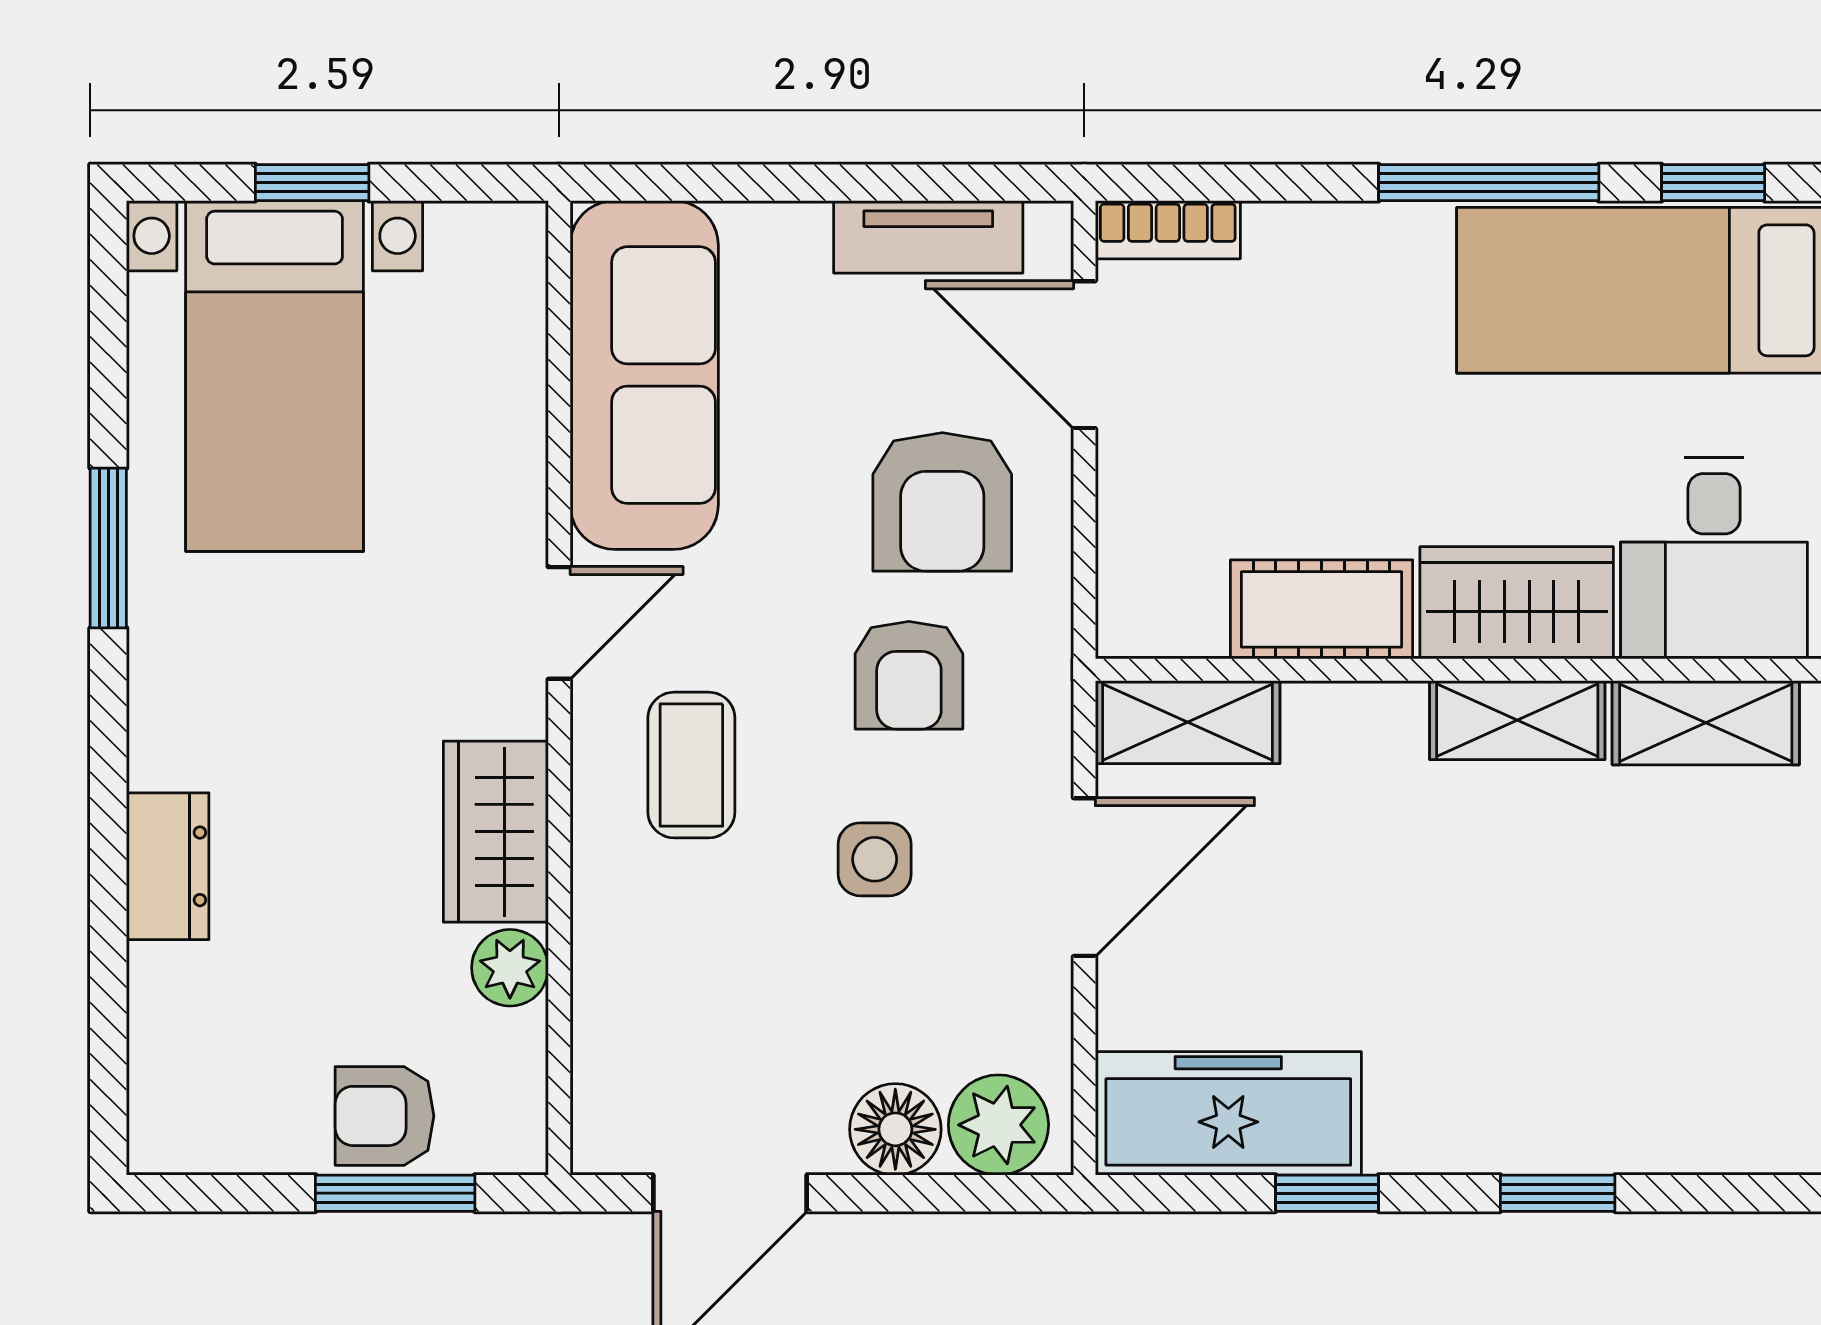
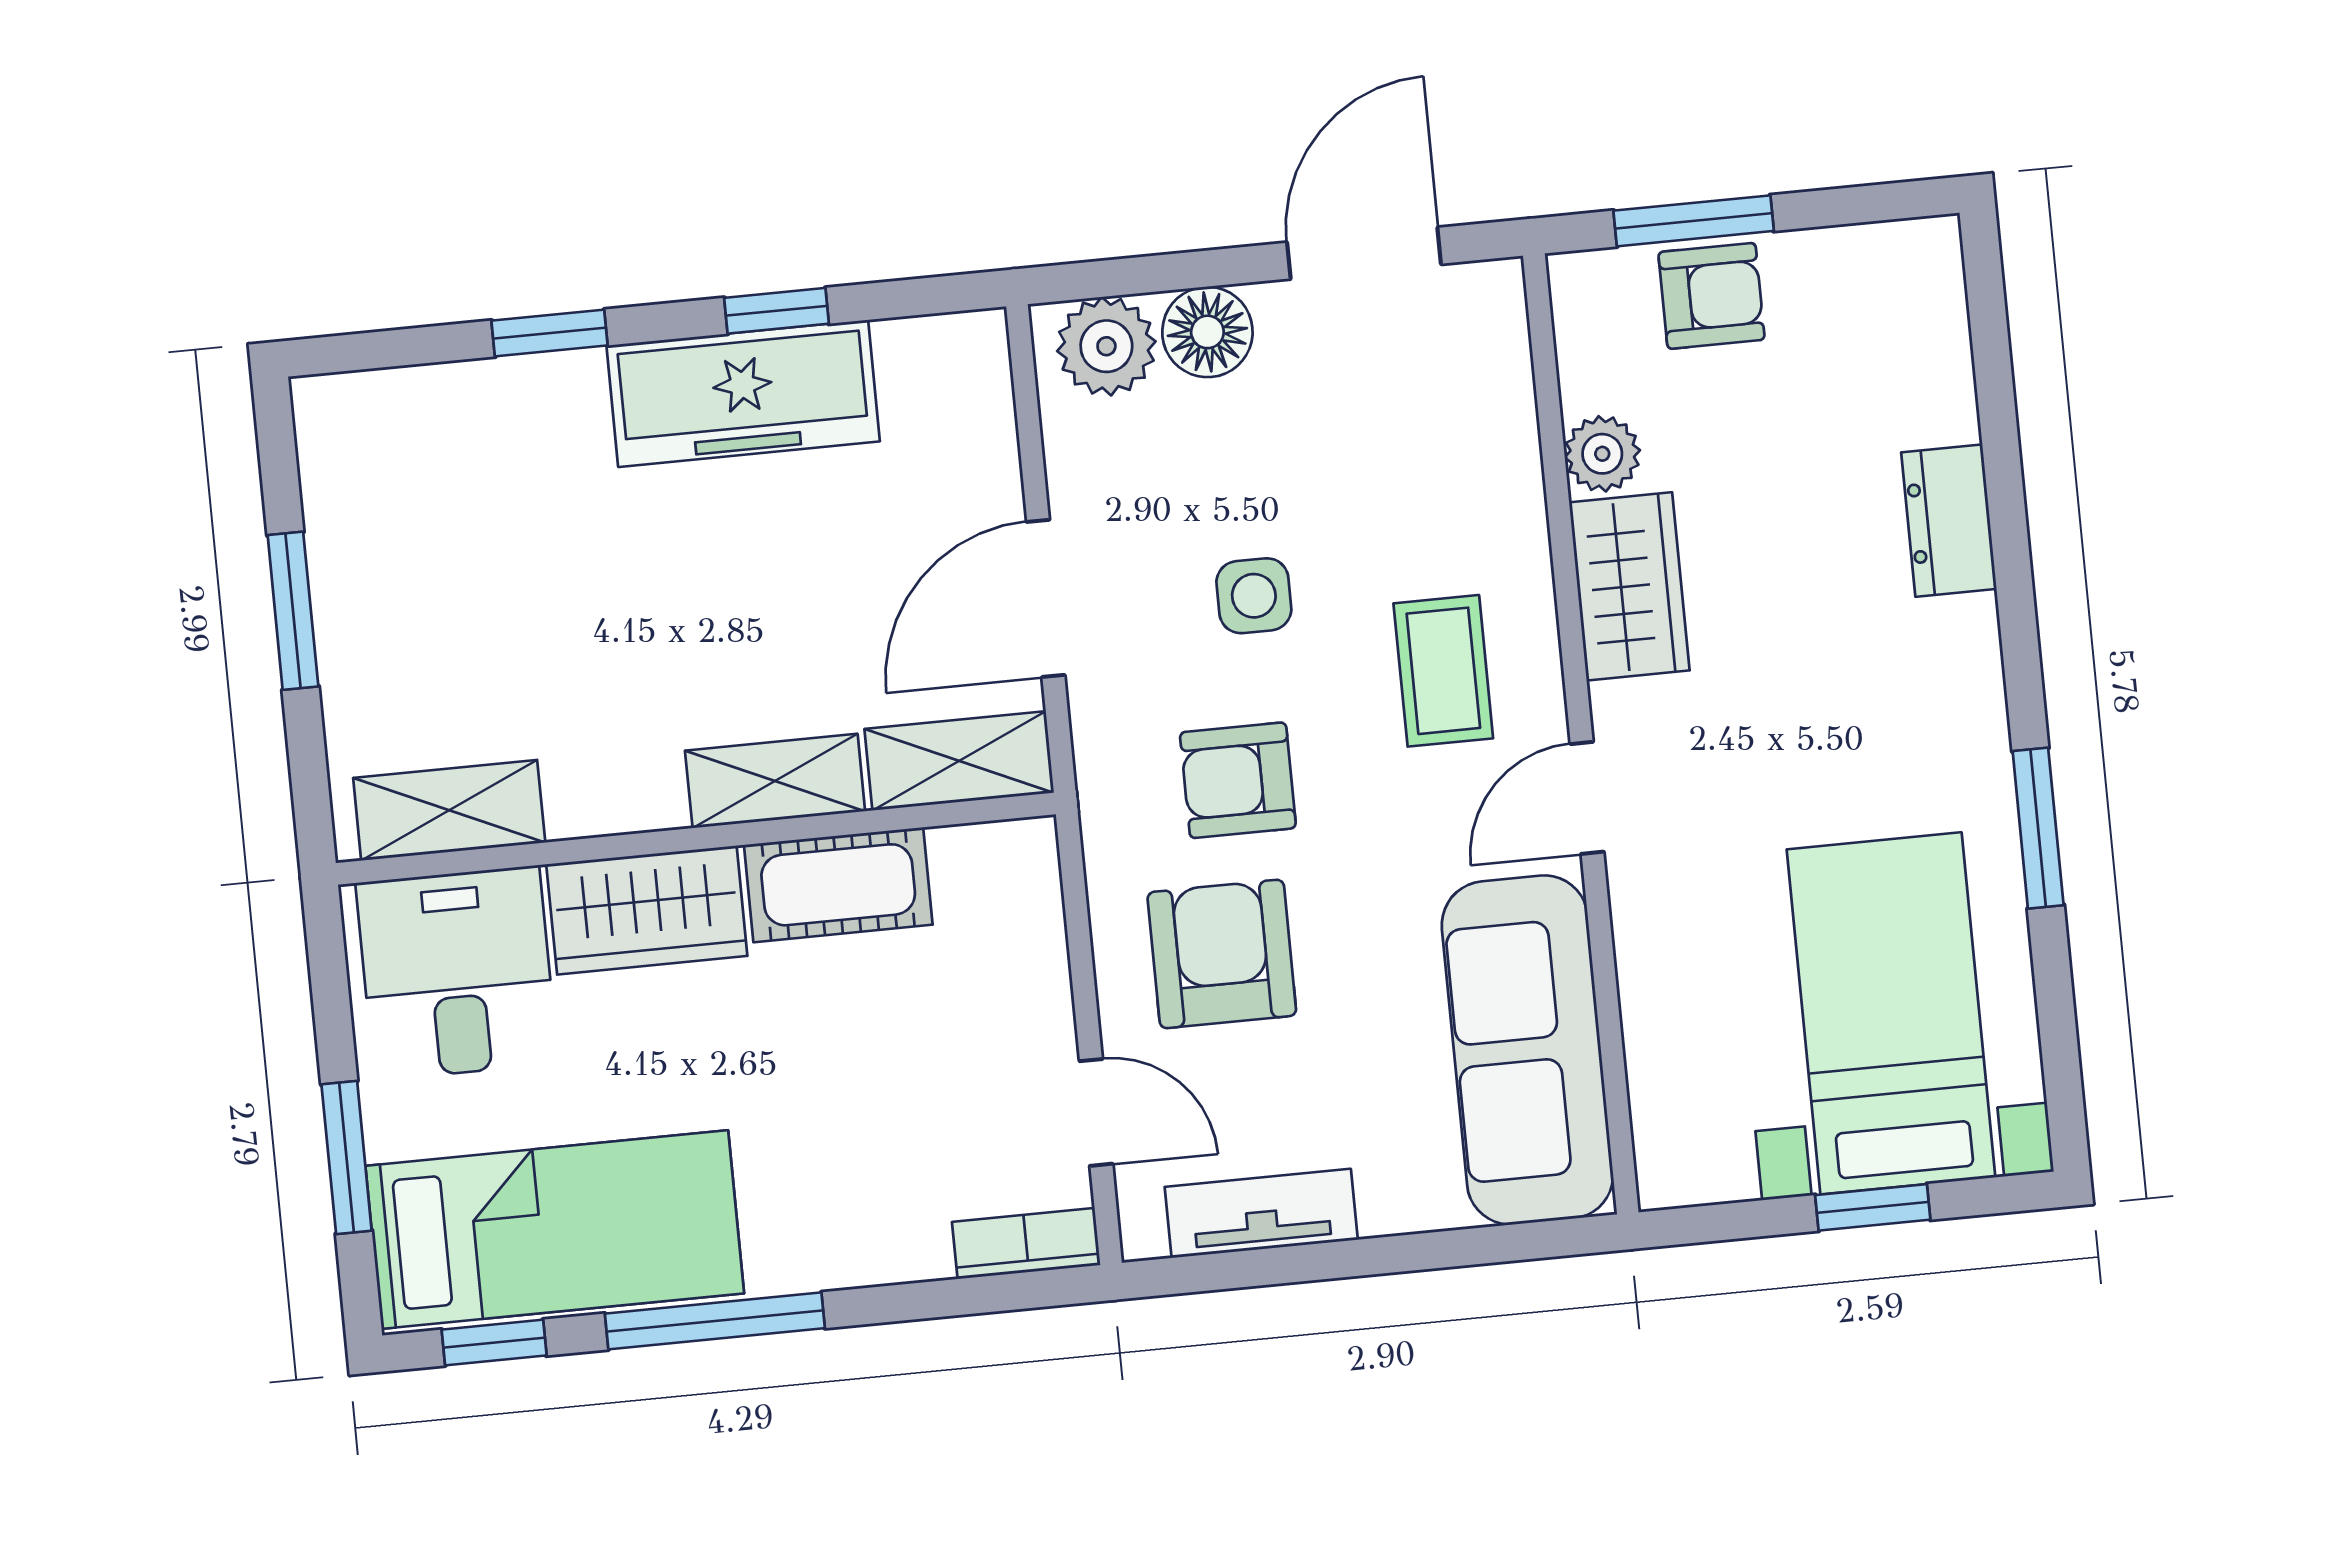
door: (1084, 355) -> (1096, 1112), width x0.73
armchair: (909, 675) -> (1238, 780), turned -90
shelving: (1517, 720) -> (775, 781), moved
freezer: (1228, 1113) -> (743, 393), moved

